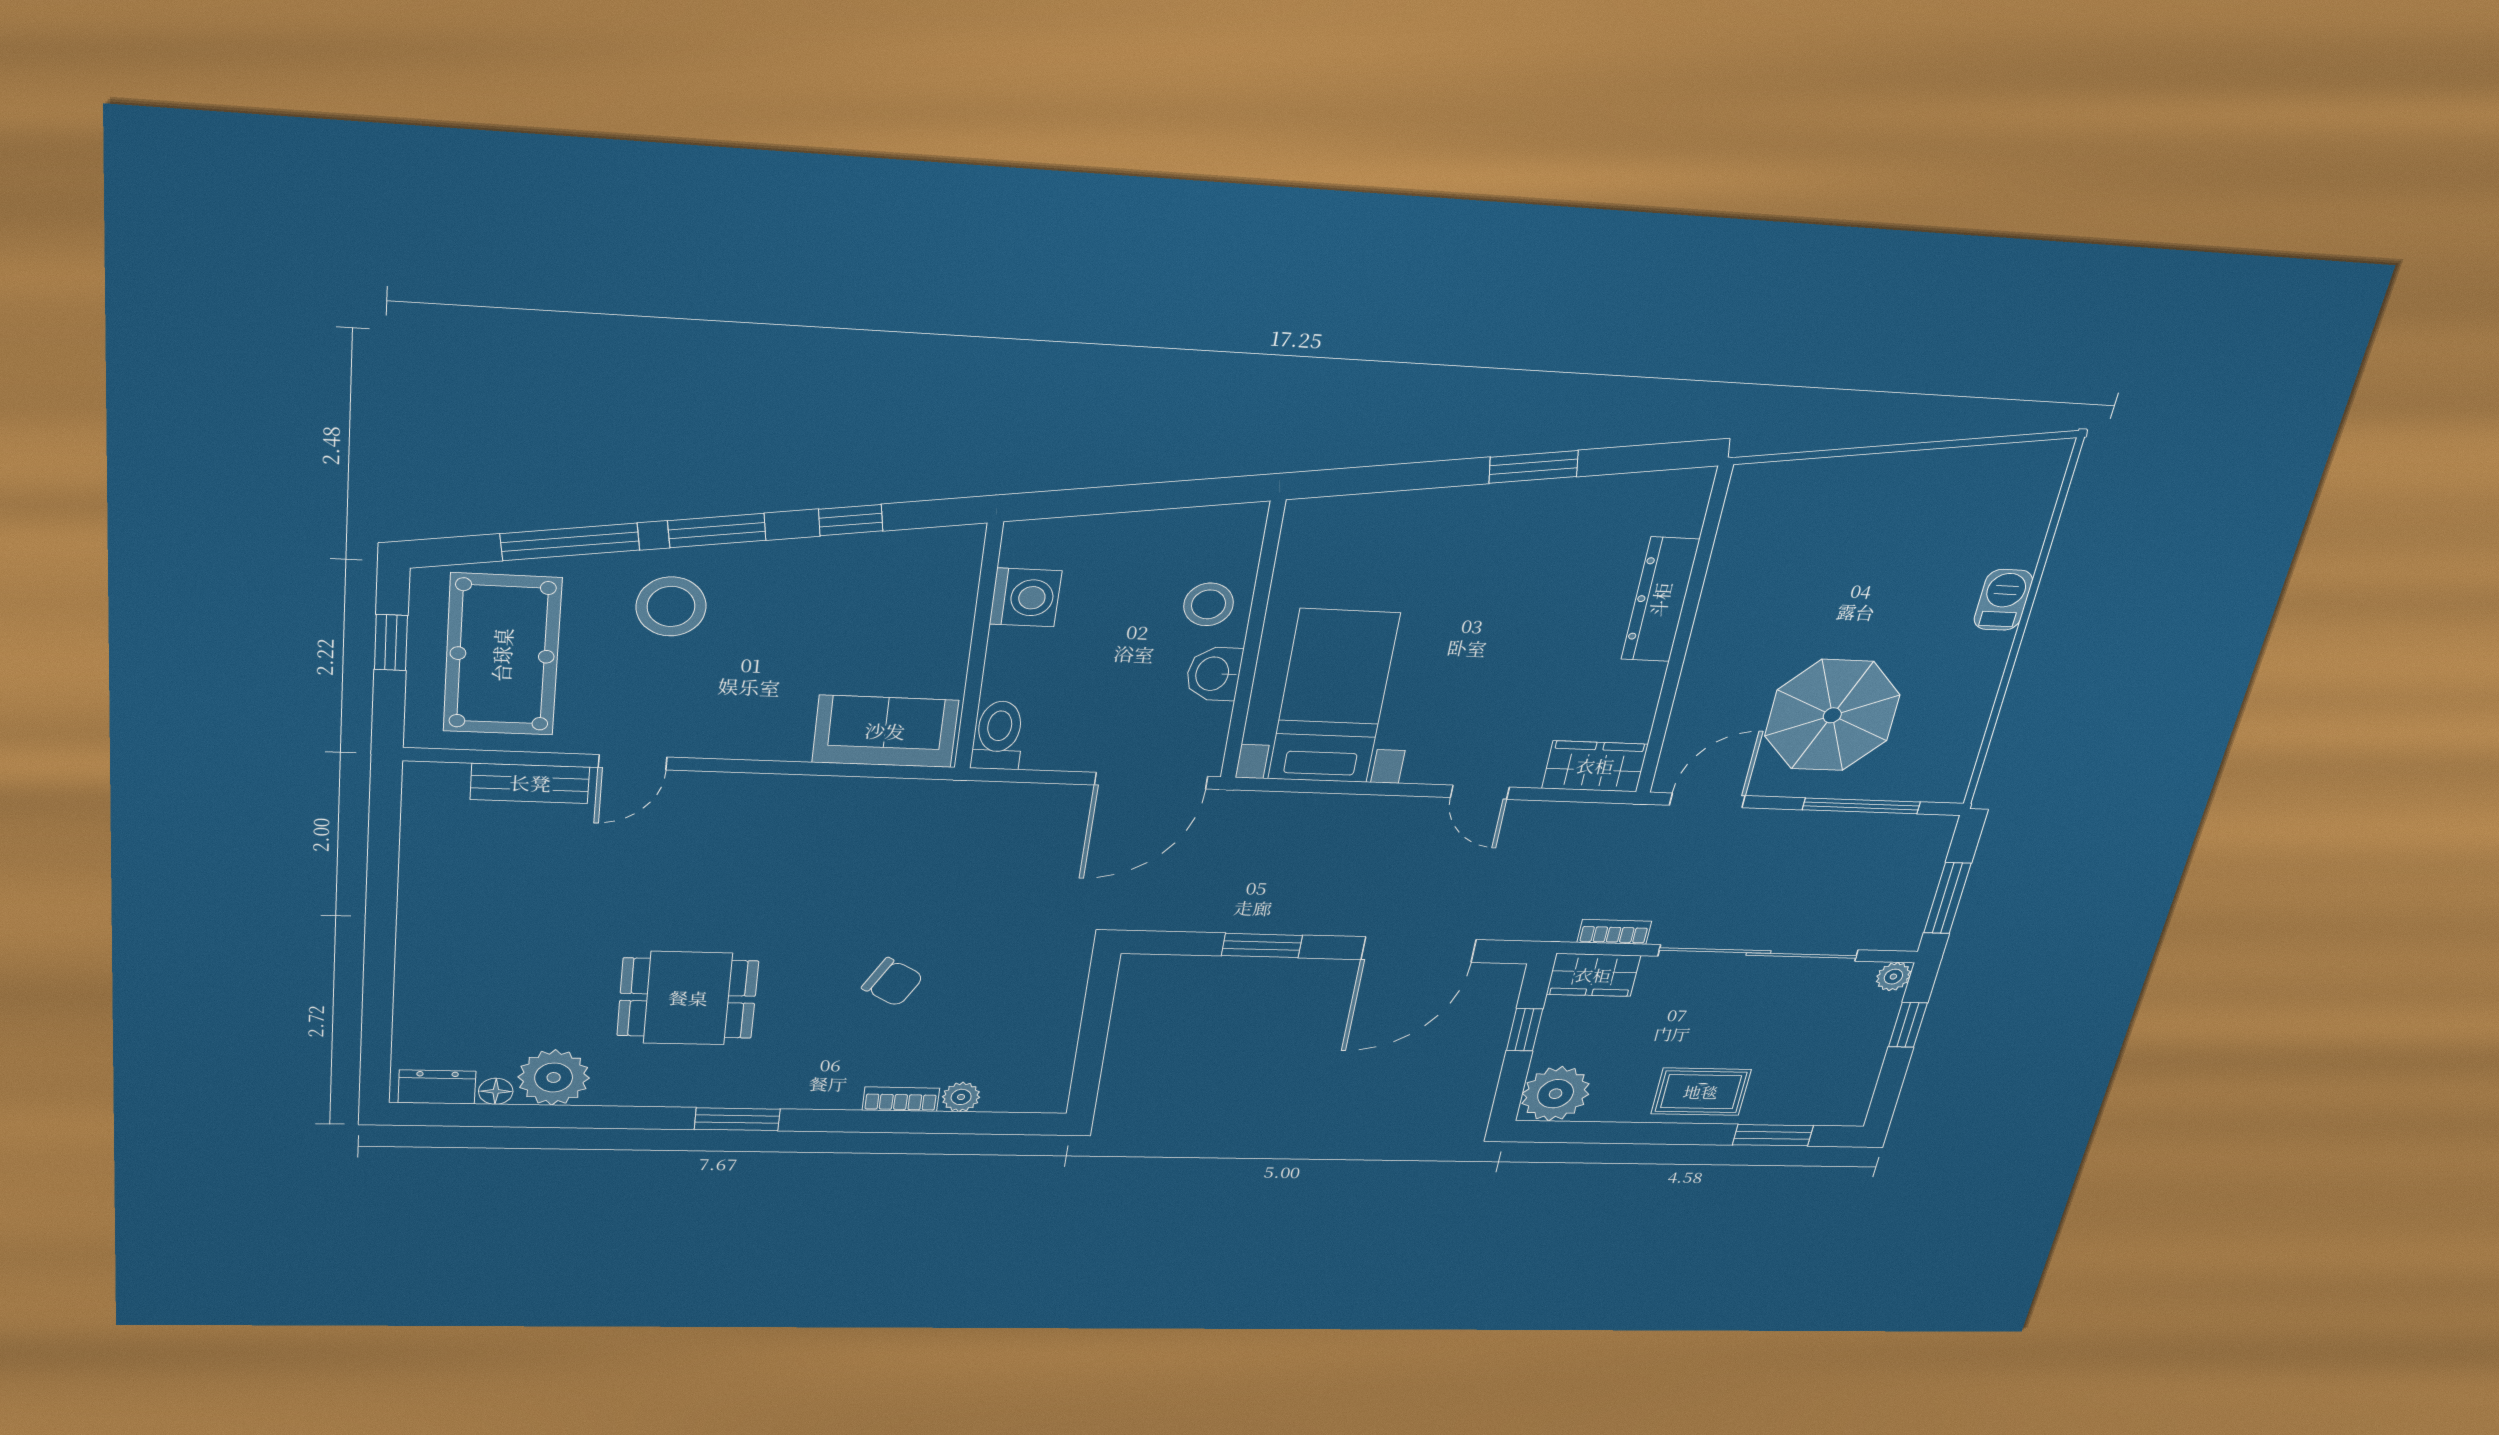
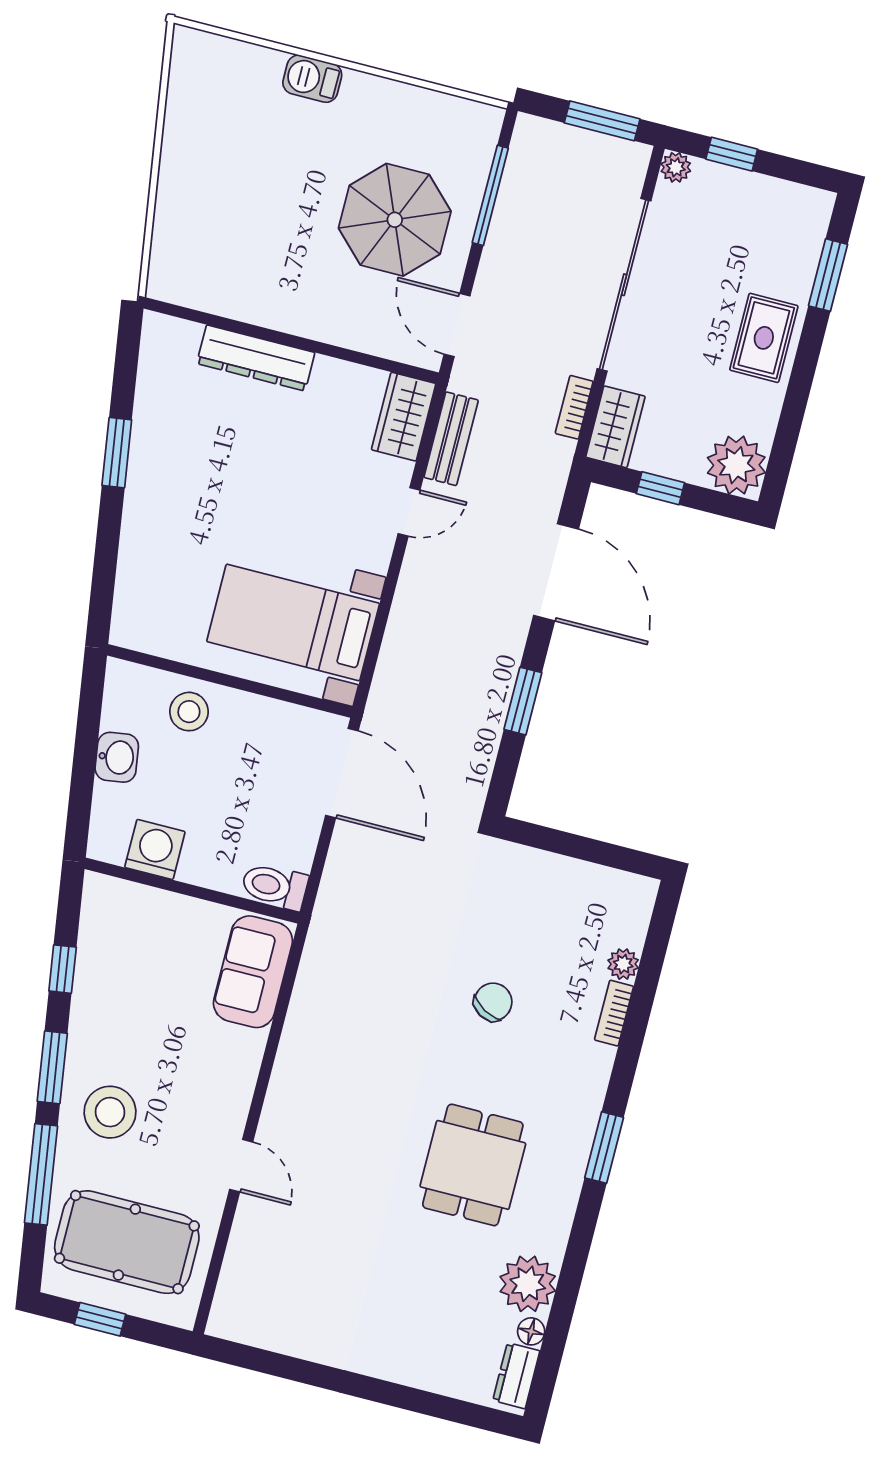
washbasin: (1214, 674) -> (117, 757), moved, turned -98
bench: (530, 783) -> (451, 439), moved

